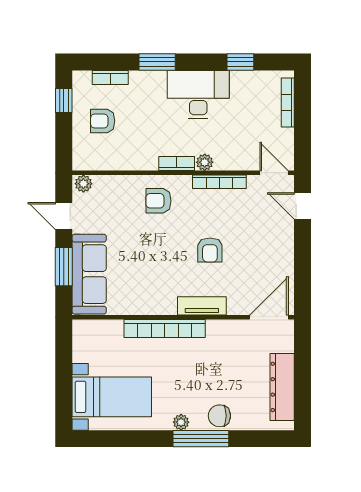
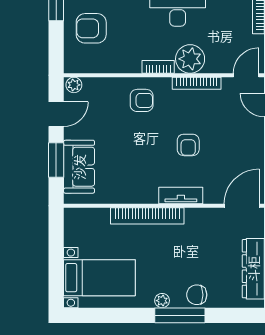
armchair: (103, 121) -> (91, 28), width x1.38, depth x1.38
plant: (205, 162) -> (190, 59), width x1.88, depth x1.88
door: (274, 173) -> (246, 75), hinge flipped
armchair: (158, 201) -> (142, 100), turned 180
door: (64, 216) -> (56, 114), swing flipped
sofa: (89, 274) -> (79, 167), width x0.73

